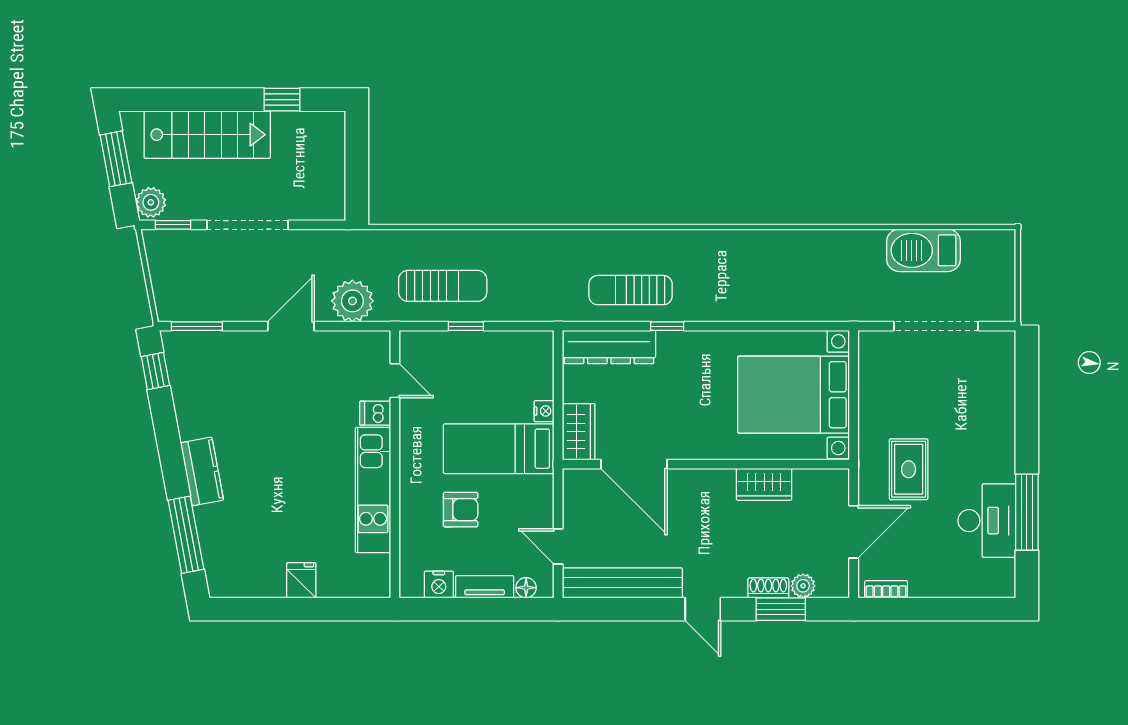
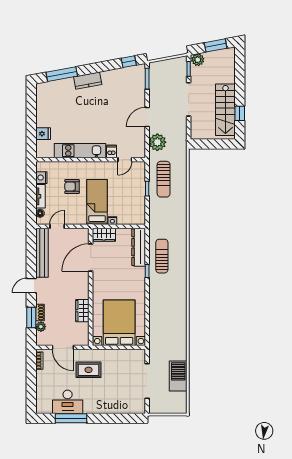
stairs: (207, 135) -> (225, 110), moved
door: (291, 326) -> (147, 117), swing flipped
armchair: (461, 510) -> (72, 186), turned 90
fridge: (301, 580) -> (43, 134), moved

